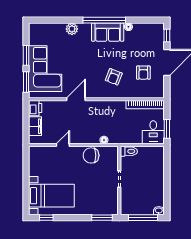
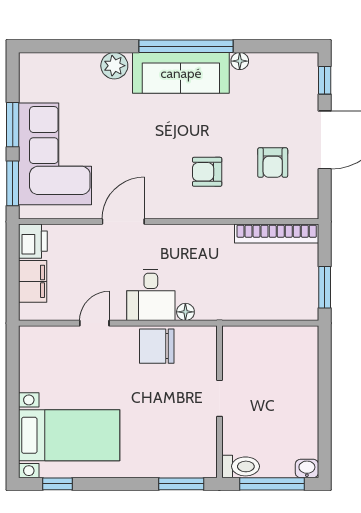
sofa: (108, 32) -> (181, 73), width x1.36
armchair: (114, 77) -> (207, 172), turned 69
desk: (153, 132) -> (151, 295), moved
toilet: (129, 151) -> (241, 466), moved

